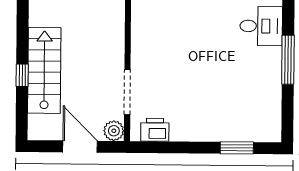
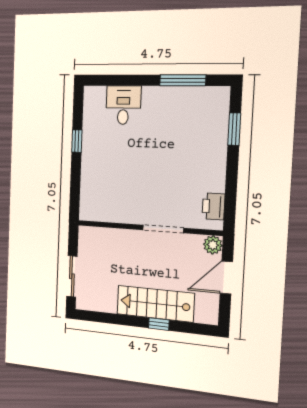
window: (288, 60) -> (183, 80), moved
doorway: (127, 92) -> (163, 229), moved

